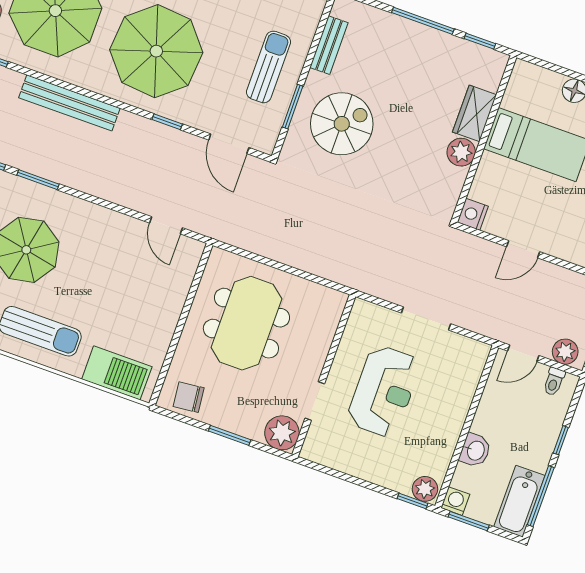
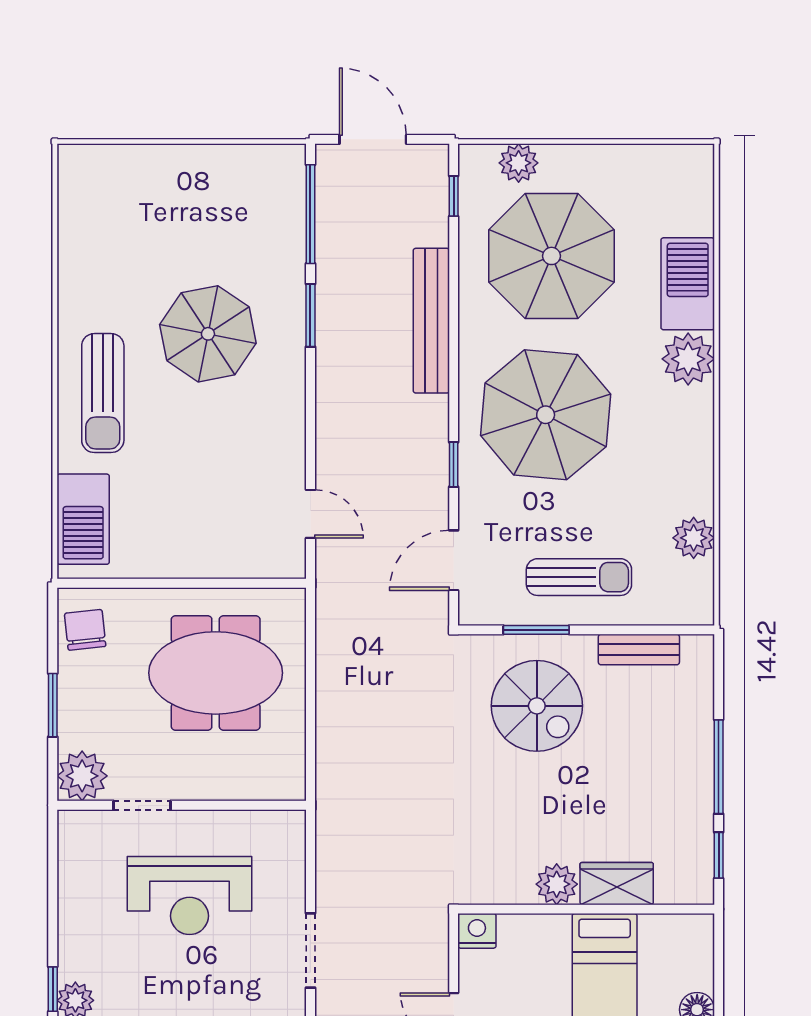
door: (166, 225) -> (310, 514), swing flipped
doorway: (426, 318) -> (310, 951), moved

